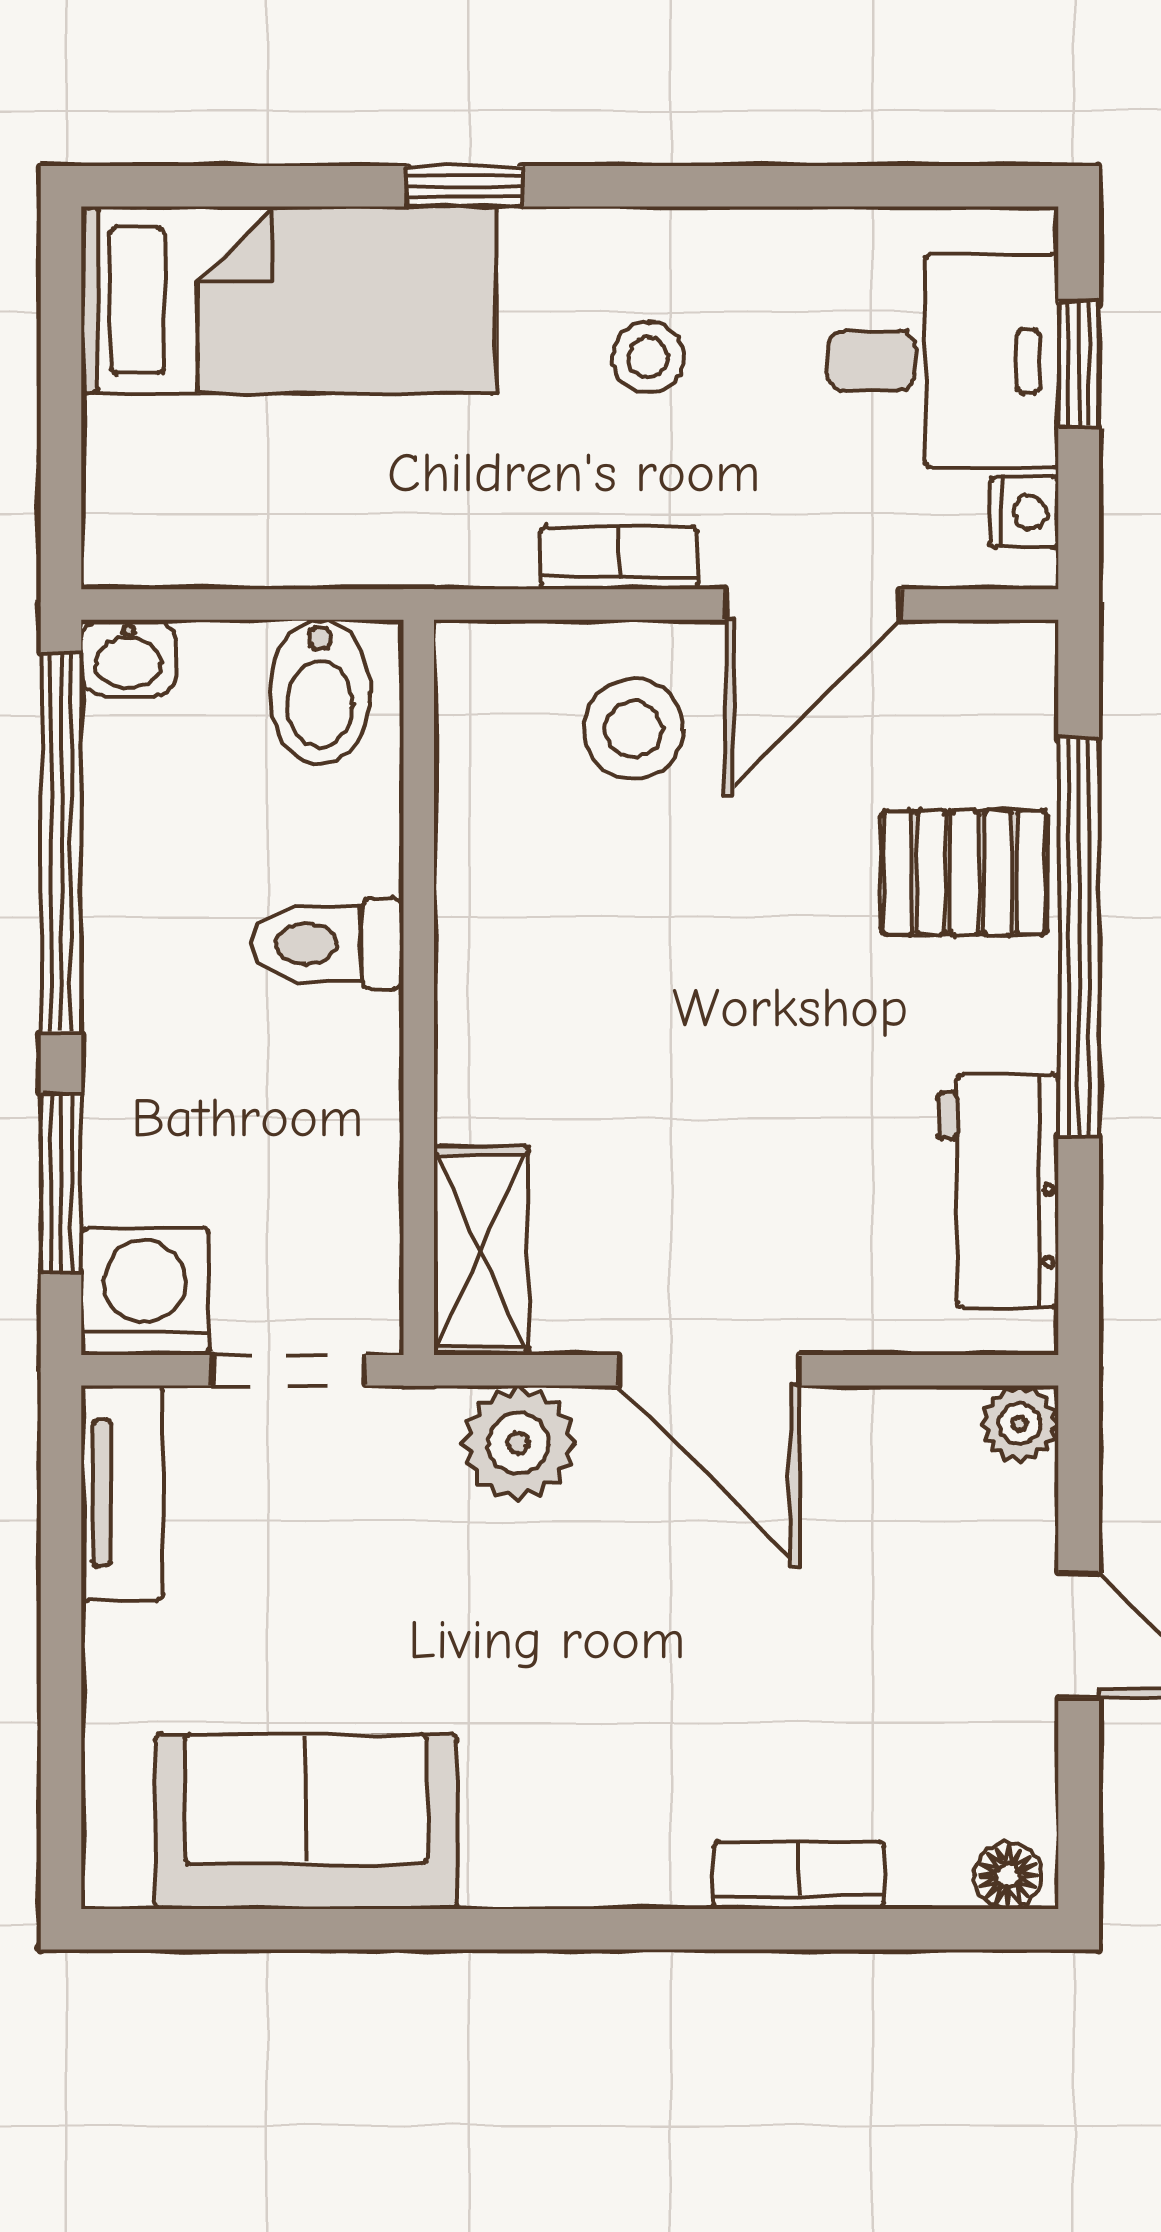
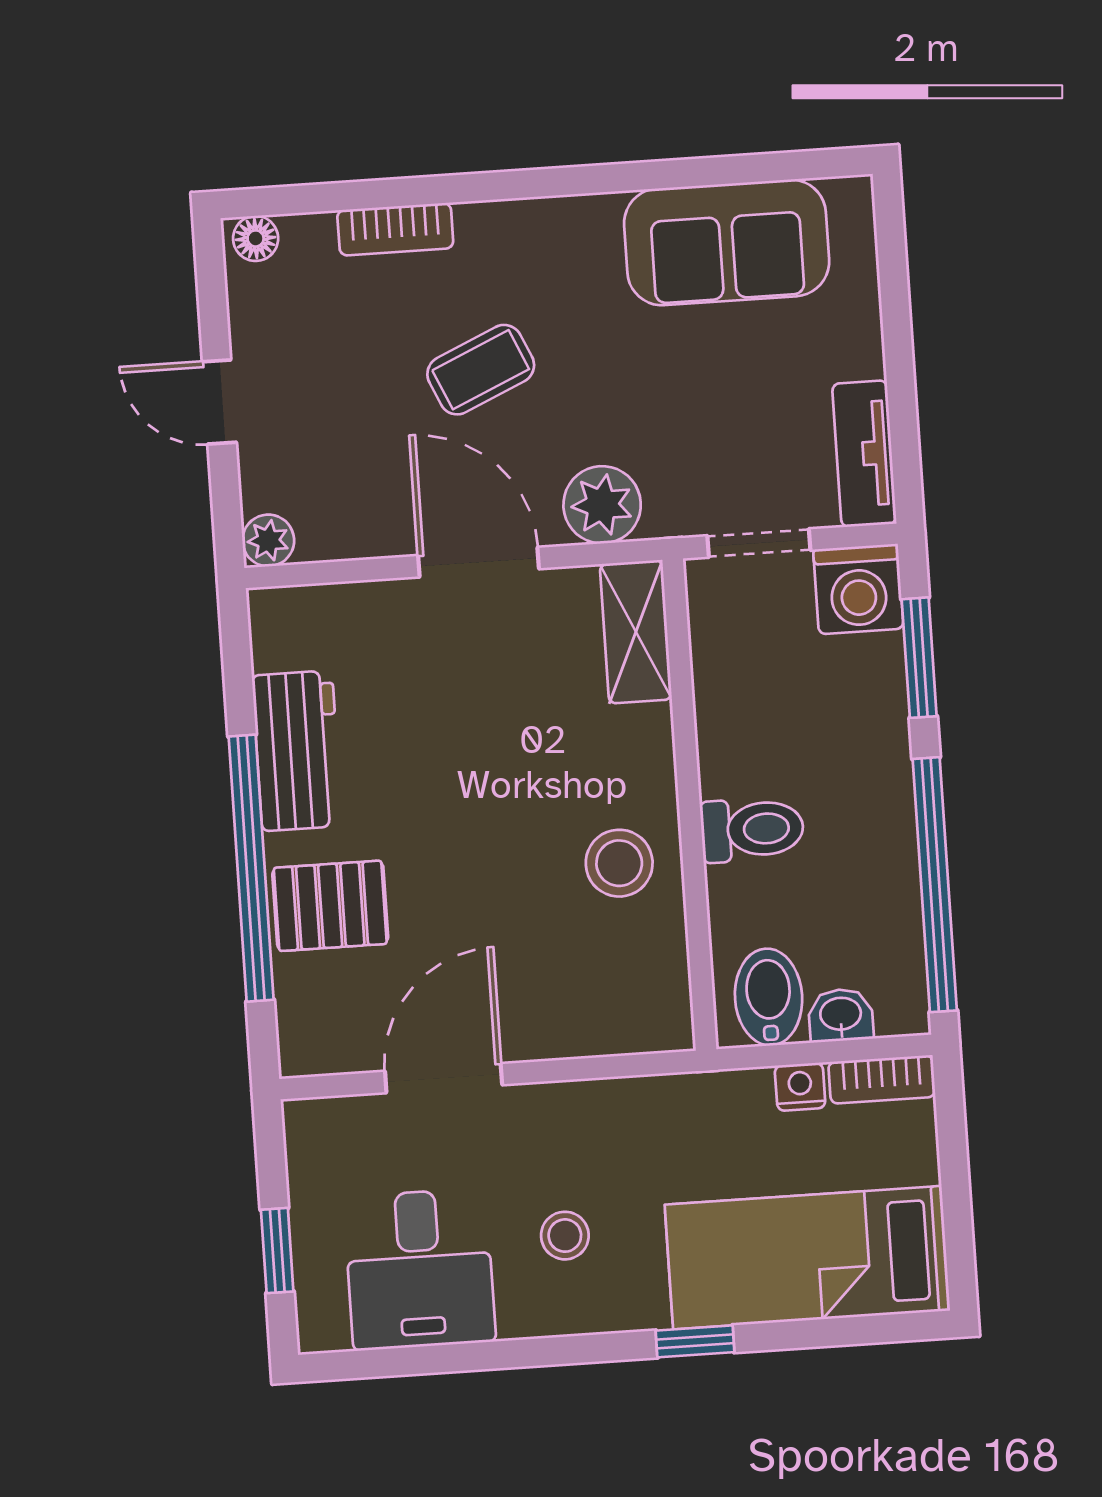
desk: (943, 361) -> (420, 1269), moved, turned -90
nightstand: (1024, 512) -> (800, 1087), moved, turned 90
bookcase: (619, 558) -> (882, 1079), moved
washbasin: (129, 658) -> (841, 1015), moved
stool: (634, 729) -> (619, 863), moved
workbench: (998, 1191) -> (297, 751), moved
coffee table: (686, 1657) -> (481, 370), added

